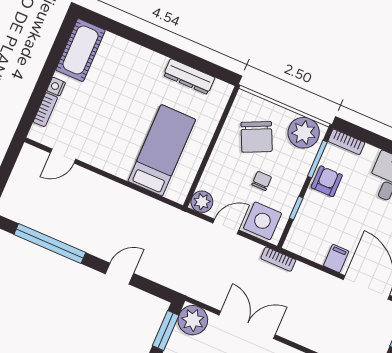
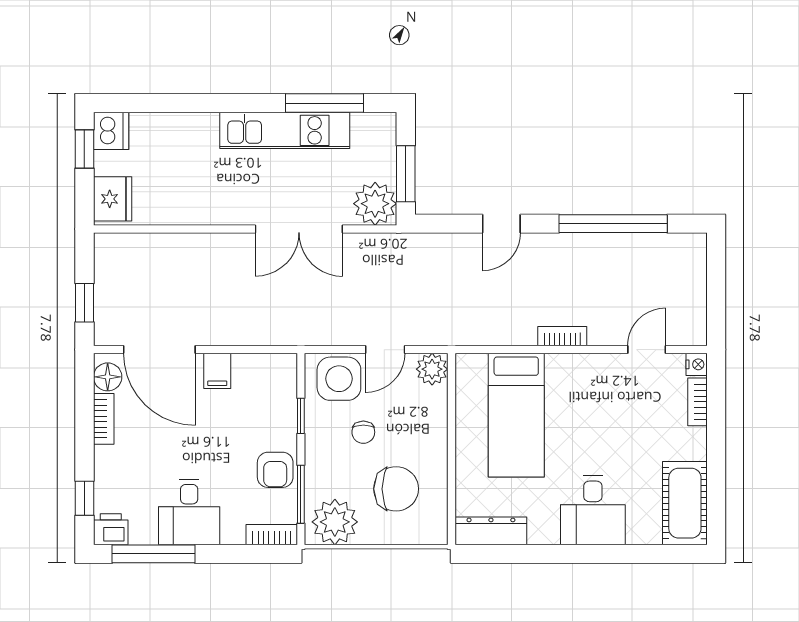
desk: (140, 70) -> (593, 510), added
dresser: (189, 77) -> (491, 531), moved
nightstand: (56, 87) -> (697, 364), moved
chair: (257, 137) -> (396, 489), turned 115
bookcase: (278, 259) -> (562, 336), moved

